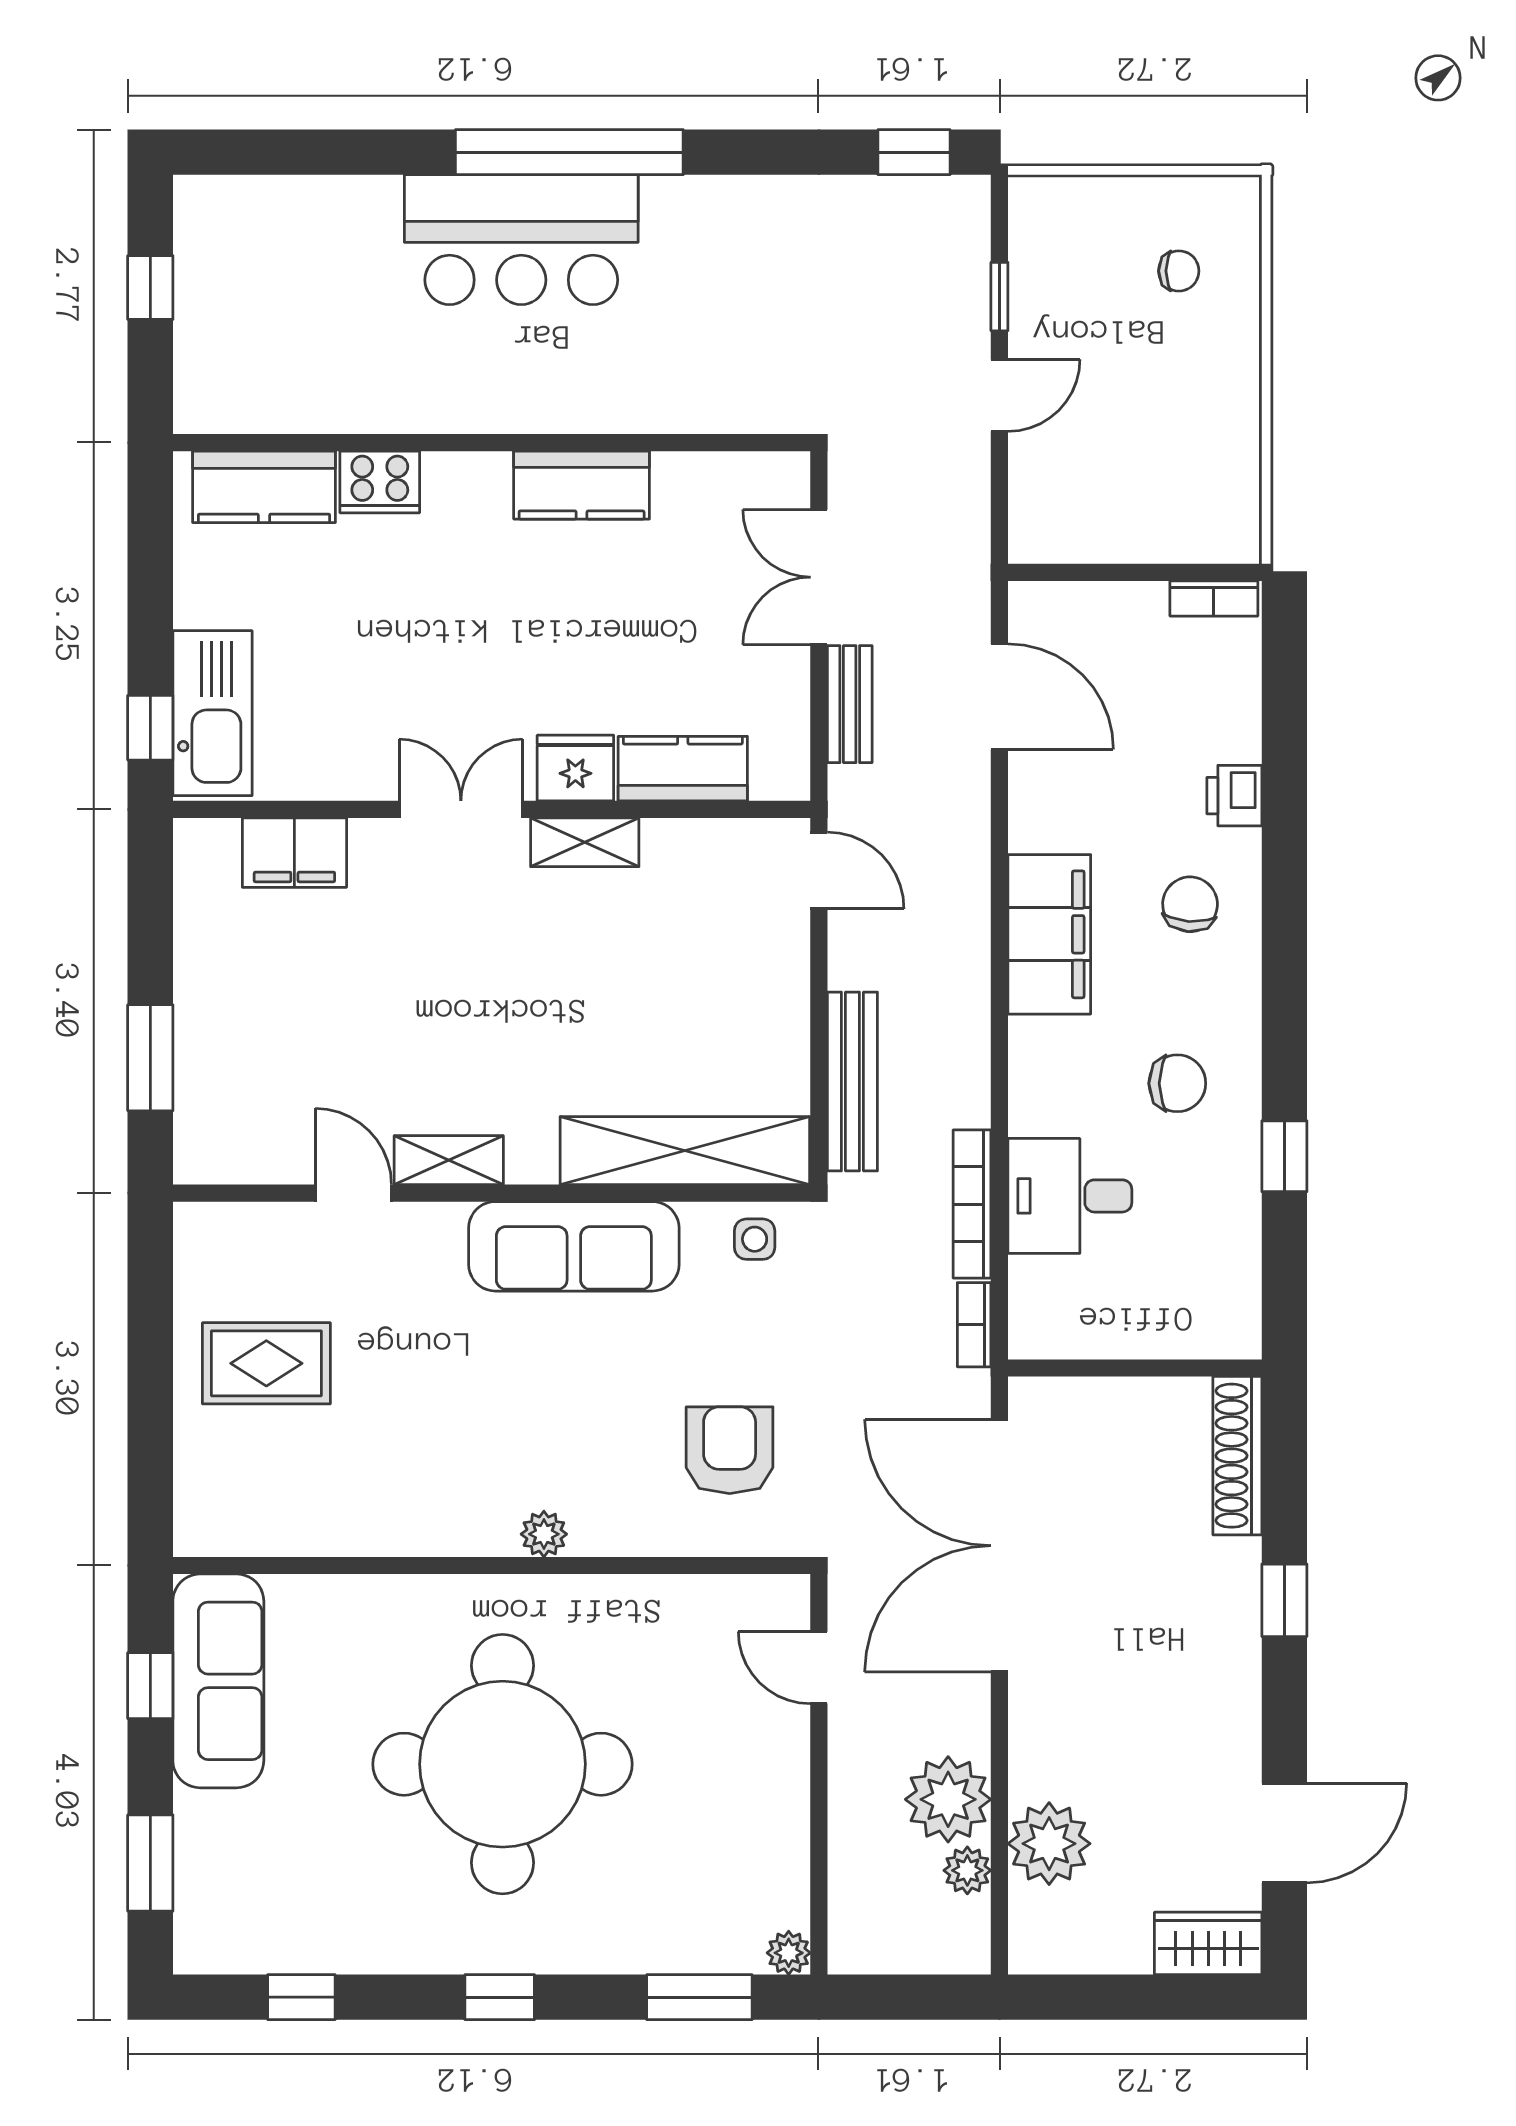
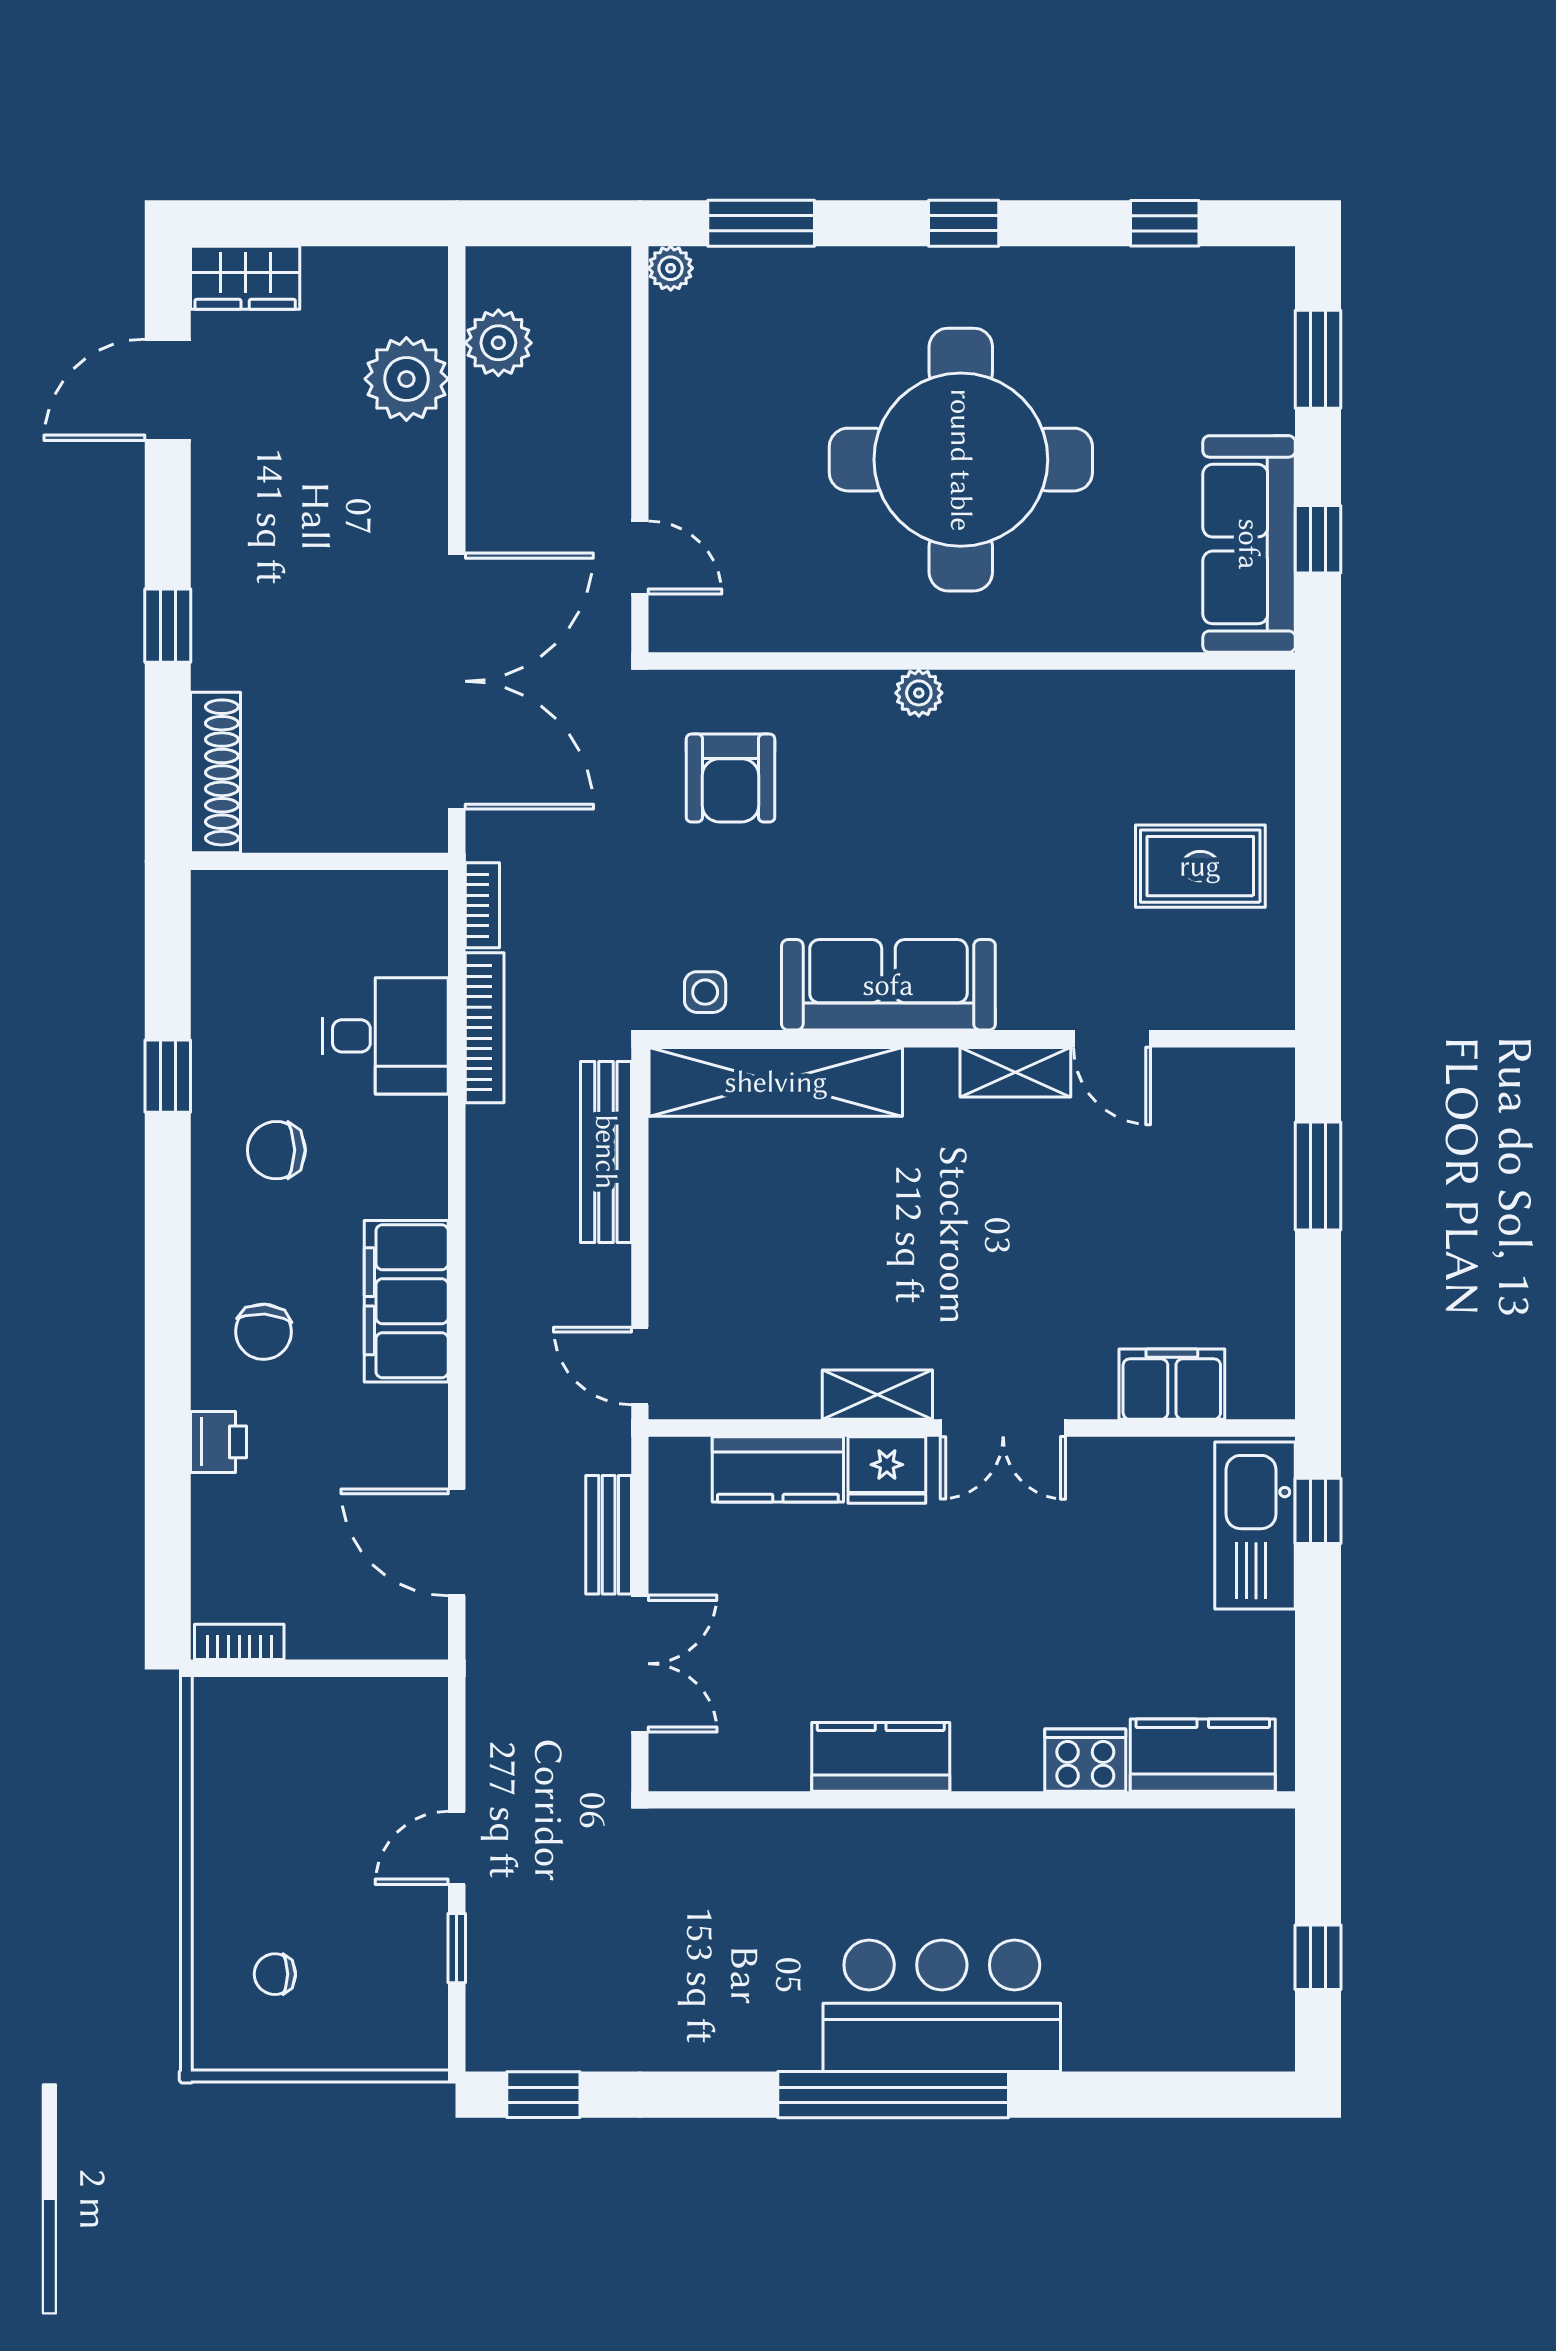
plant: (948, 1799) -> (509, 424), removed
plant: (967, 1870) -> (498, 343), width x1.38, depth x1.38

